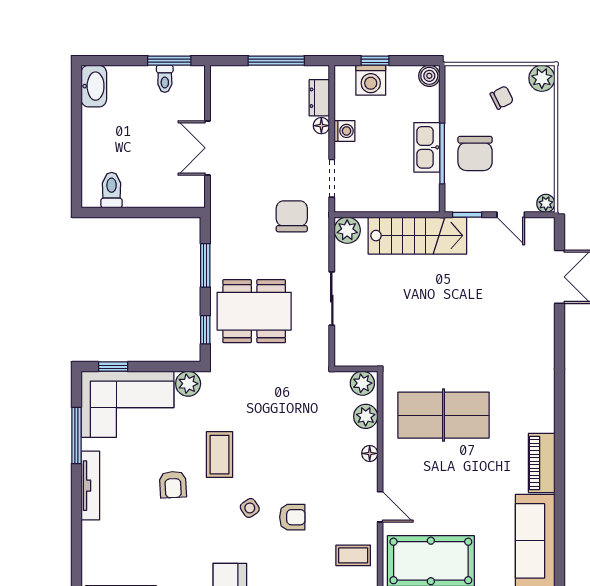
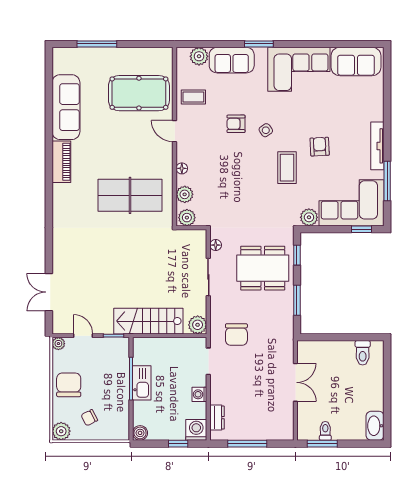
washing machine: (371, 80) -> (196, 430), moved
floor lamp: (321, 126) -> (216, 245), moved
chair: (475, 153) -> (69, 385), moved

